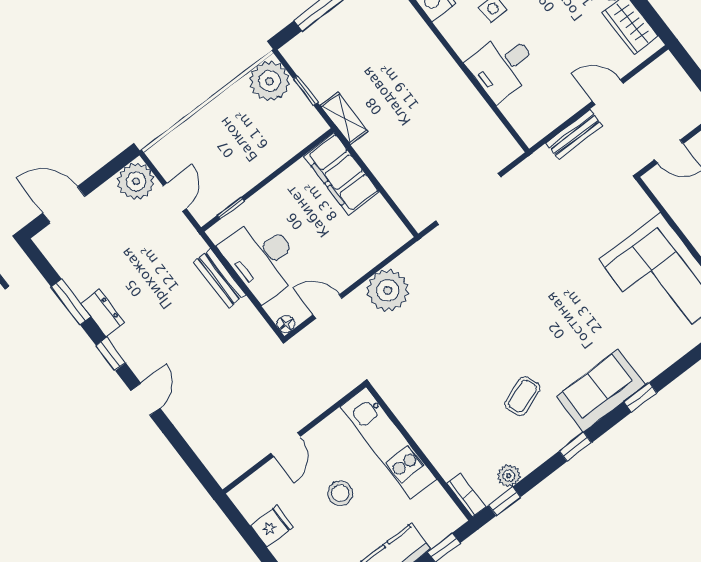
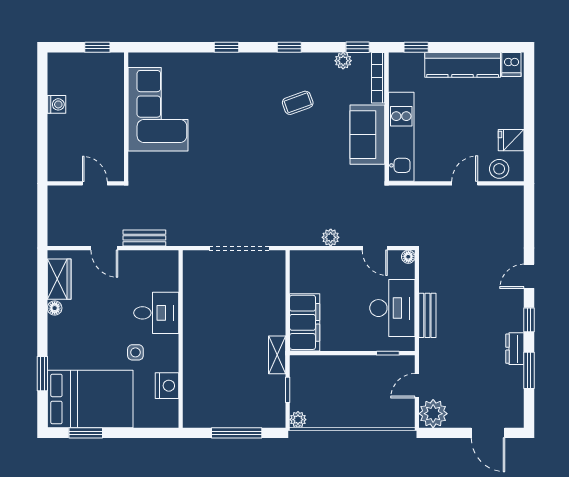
plant: (270, 81) -> (298, 420), width x0.53, depth x0.53
plant: (388, 290) -> (331, 237), width x0.53, depth x0.53
sofa: (601, 391) -> (367, 135), moved, turned 90
stool: (340, 493) -> (499, 169), moved
bookcase: (466, 495) -> (378, 78), width x1.56

